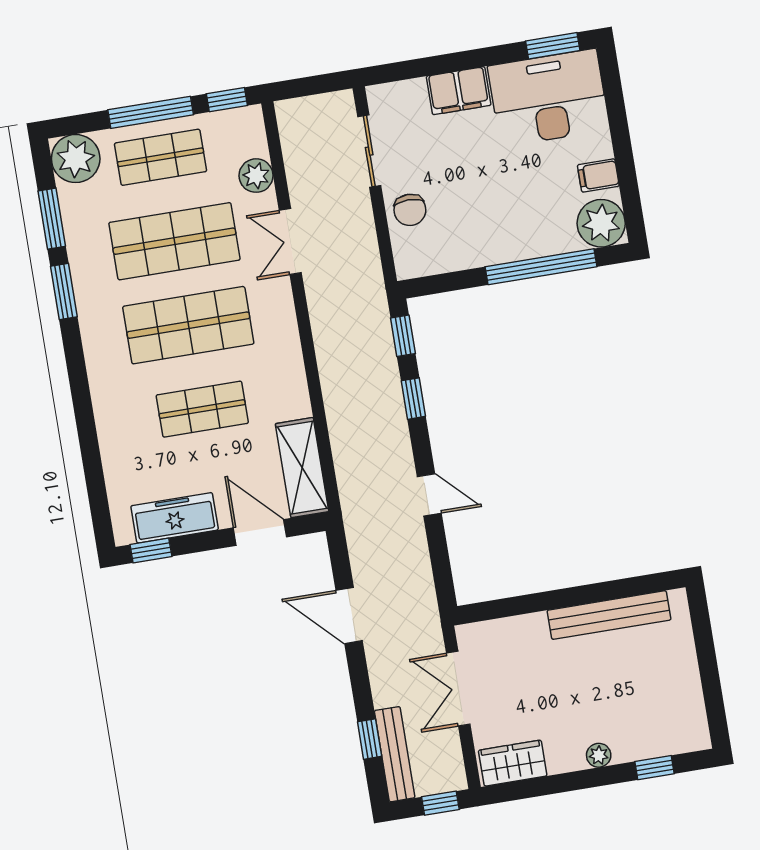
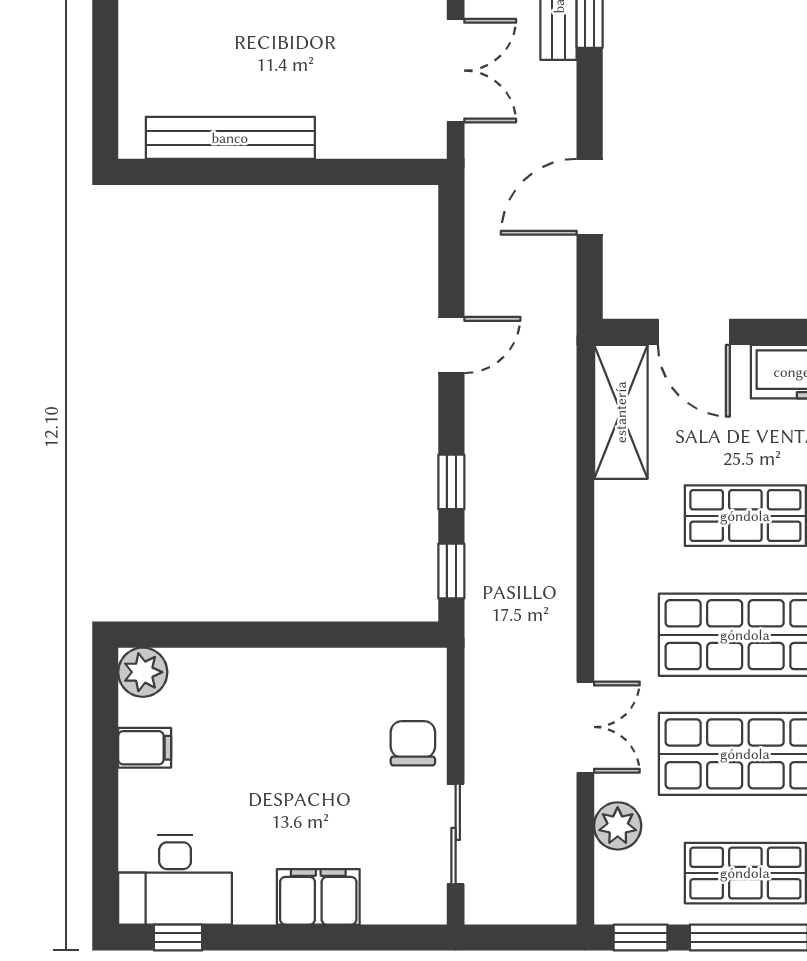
window: (553, 46) -> (178, 937), width x0.67
desk: (548, 98) -> (175, 880), width x0.73, depth x0.77
plant: (601, 223) -> (143, 672), width x0.73, depth x0.73
window: (541, 267) -> (245, 635), removed
door: (429, 495) -> (451, 345), swing flipped
door: (349, 616) -> (590, 197), swing flipped

